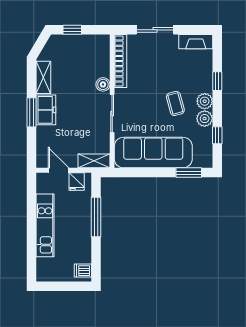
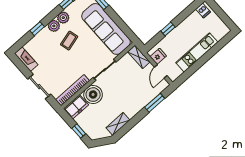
boiler: (103, 84) -> (93, 95), width x1.86, depth x1.86
freezer: (46, 110) -> (76, 107), moved, turned 180
window: (32, 112) -> (155, 103), moved
window: (96, 217) -> (168, 29), width x0.46

